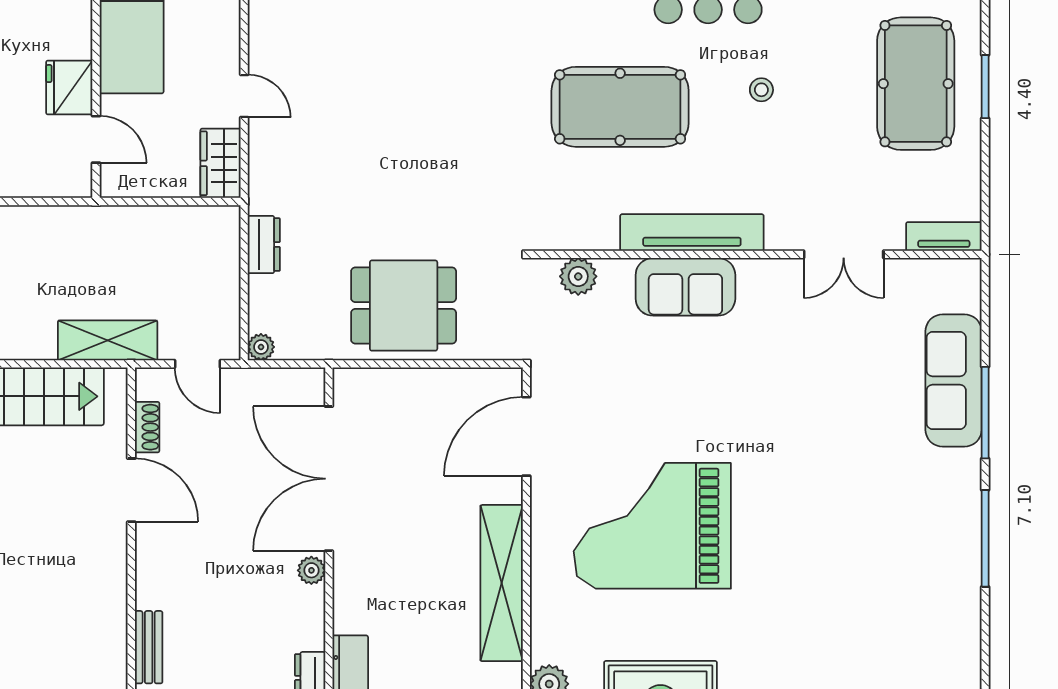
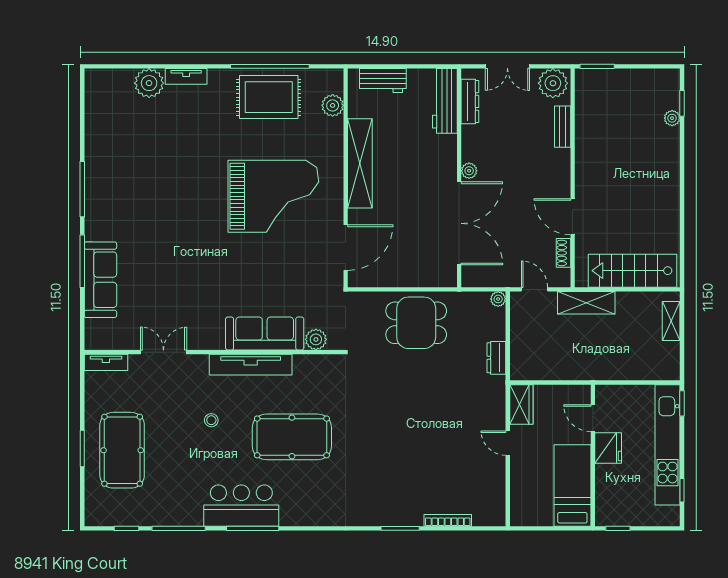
stool: (761, 90) -> (211, 420), moved
sofa: (685, 287) -> (265, 334), width x1.36

